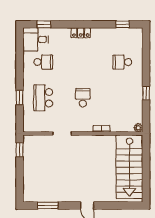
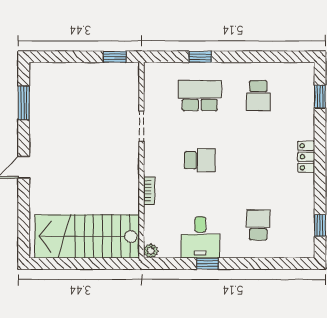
desk: (36, 39) -> (200, 237), moved, turned 180

